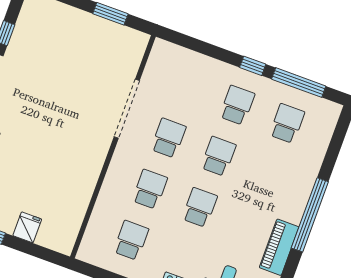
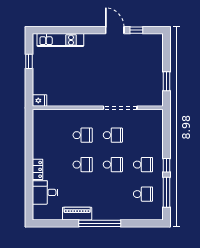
fridge: (27, 227) -> (39, 101), moved
school desk: (131, 240) -> (52, 135), removed

